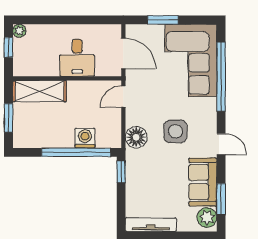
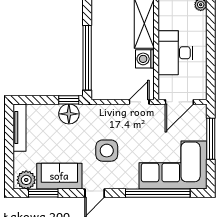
window: (163, 20) -> (211, 139), width x1.44
desk: (77, 58) -> (175, 53), width x1.37
door: (123, 97) -> (139, 102), hinge flipped
floor lamp: (136, 137) -> (69, 114), moved
washing machine: (85, 138) -> (145, 59), moved, turned 180

